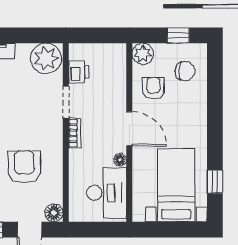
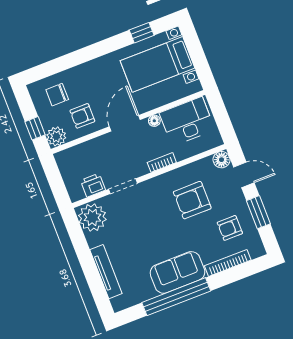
window: (178, 35) -> (35, 128), moved
chair: (185, 71) -> (57, 95), turned -90
bookcase: (75, 133) -> (162, 162), moved

